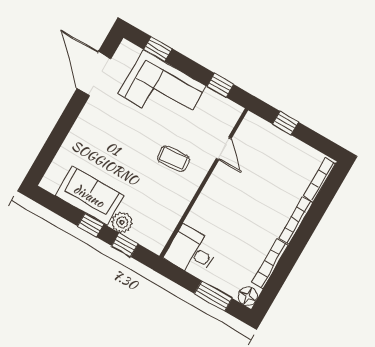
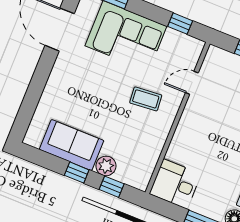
door: (224, 149) -> (192, 83), swing flipped

